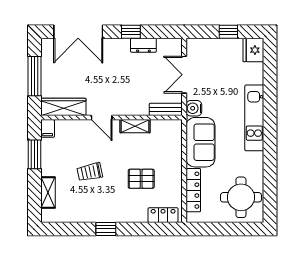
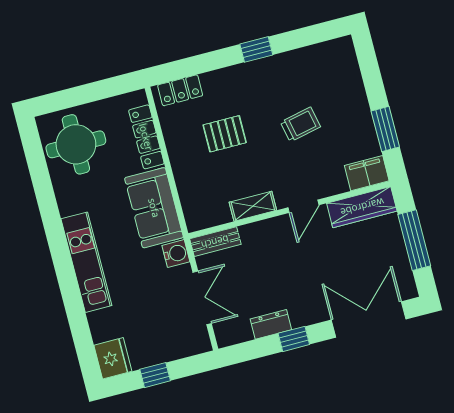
door: (102, 118) -> (303, 206), swing flipped
filing cabinet: (48, 128) -> (367, 173), width x2.00
shelving: (48, 193) -> (352, 80), removed

